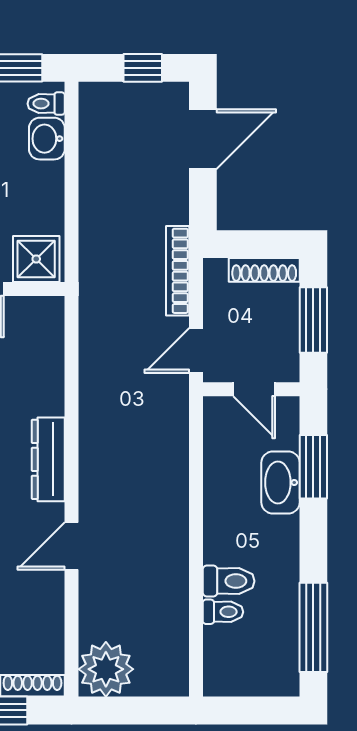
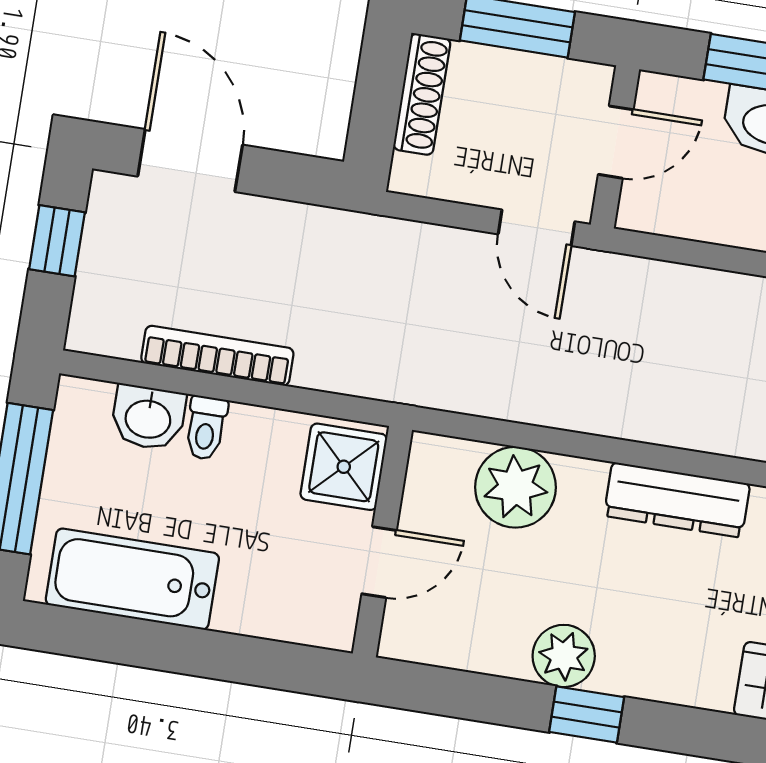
toilet: (46, 104) -> (206, 428), moved
bookcase: (178, 271) -> (217, 356), moved, turned 180
plant: (40, 363) -> (515, 487), added

